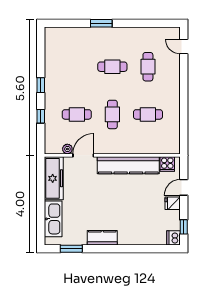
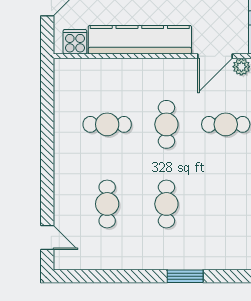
cafe table: (112, 67) -> (166, 204), turned 90

